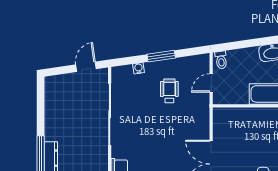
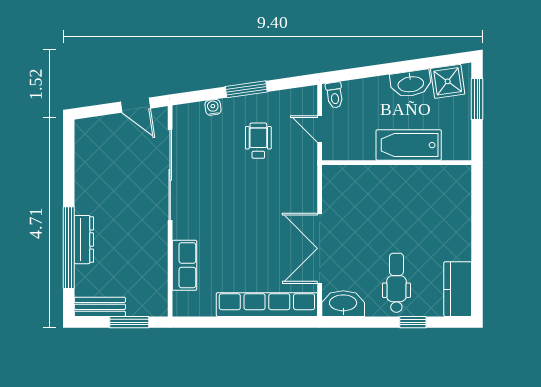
door: (86, 67) -> (136, 105), swing flipped
door: (211, 83) -> (320, 129), hinge flipped

